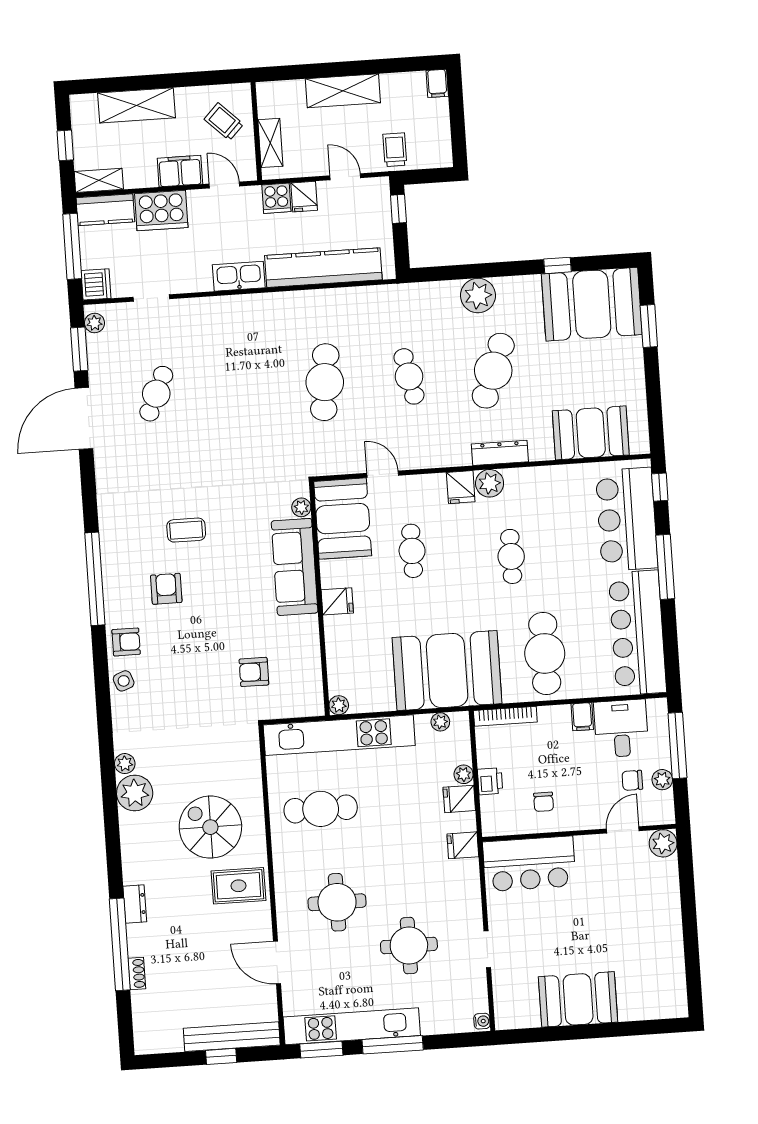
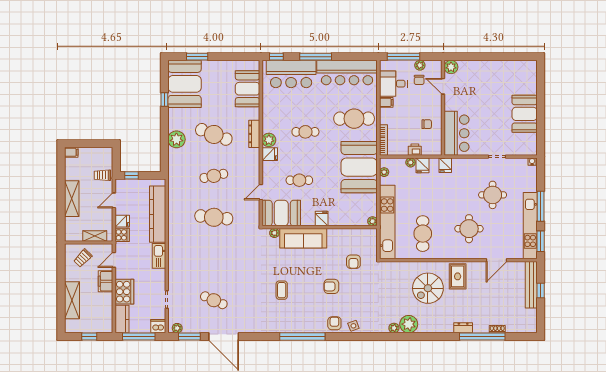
shelving: (99, 180) -> (107, 321), removed
armchair: (166, 589) -> (331, 286), moved

